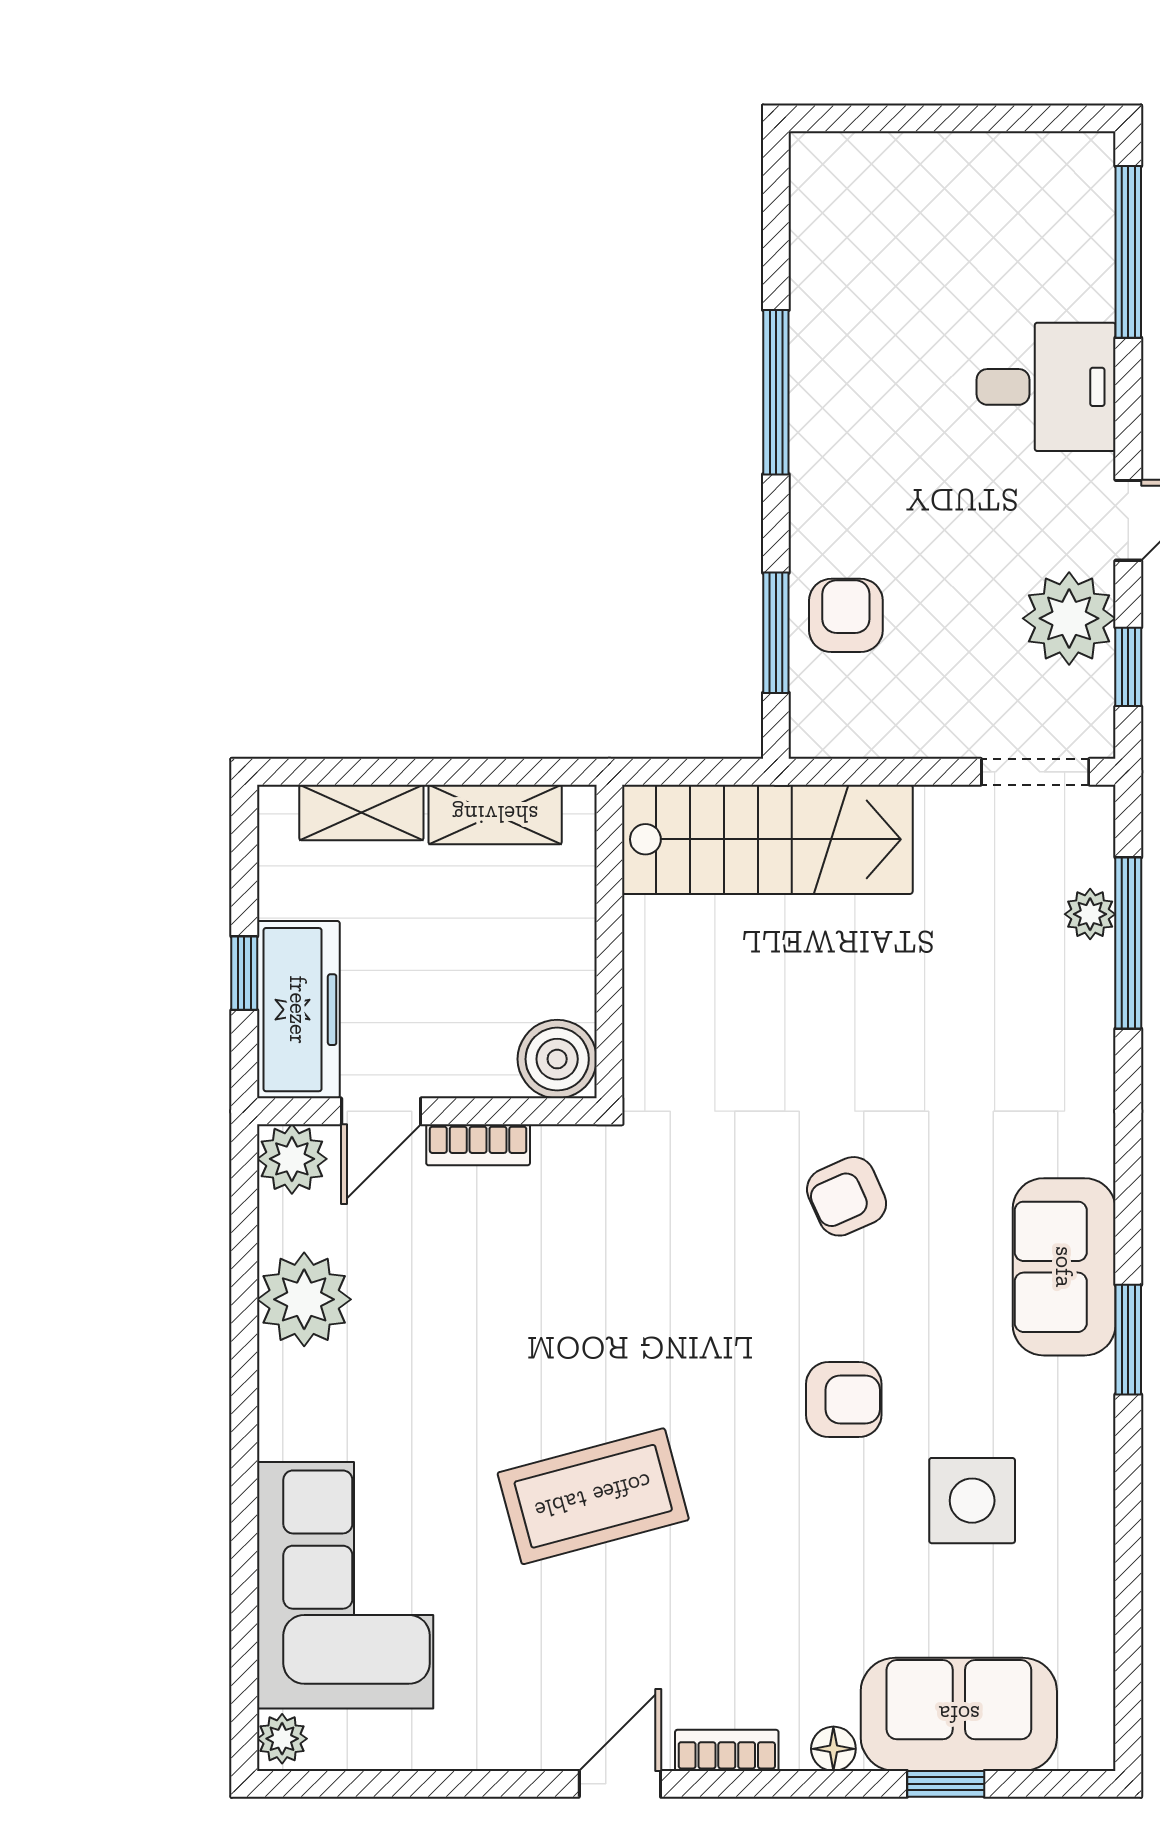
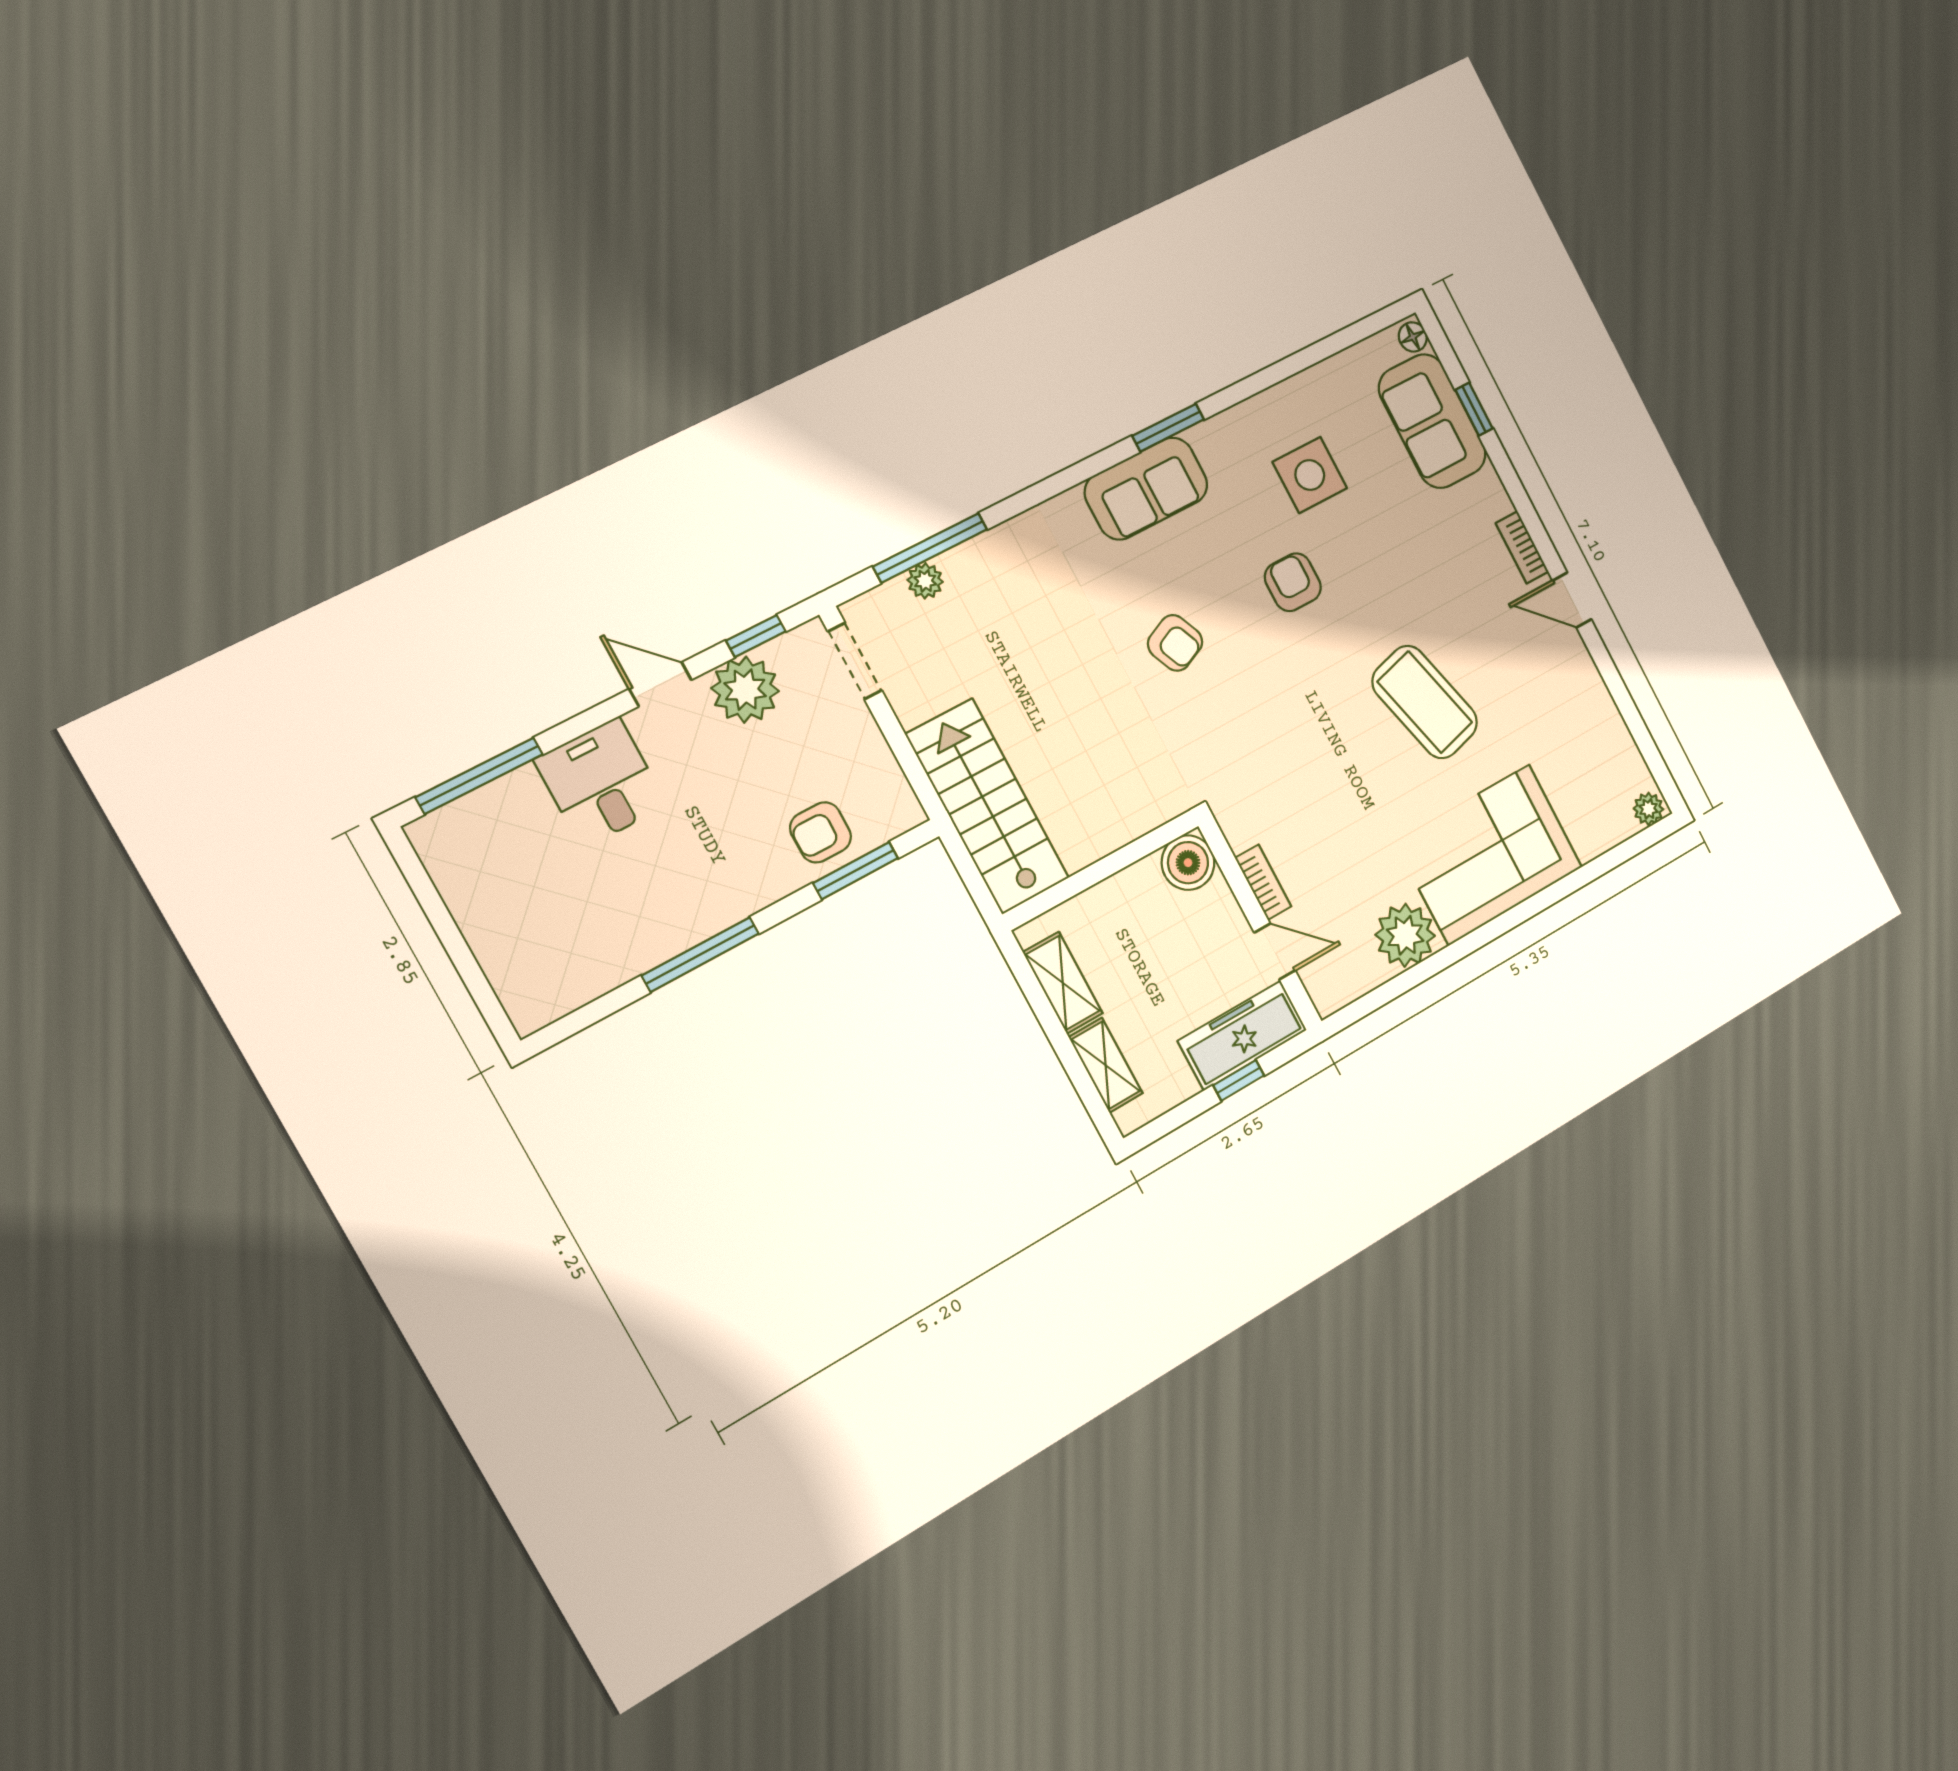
plant: (292, 1159) -> (1330, 989), removed
corner sofa: (345, 1585) -> (1489, 855), moved
floor lamp: (833, 1749) -> (1413, 337), moved

